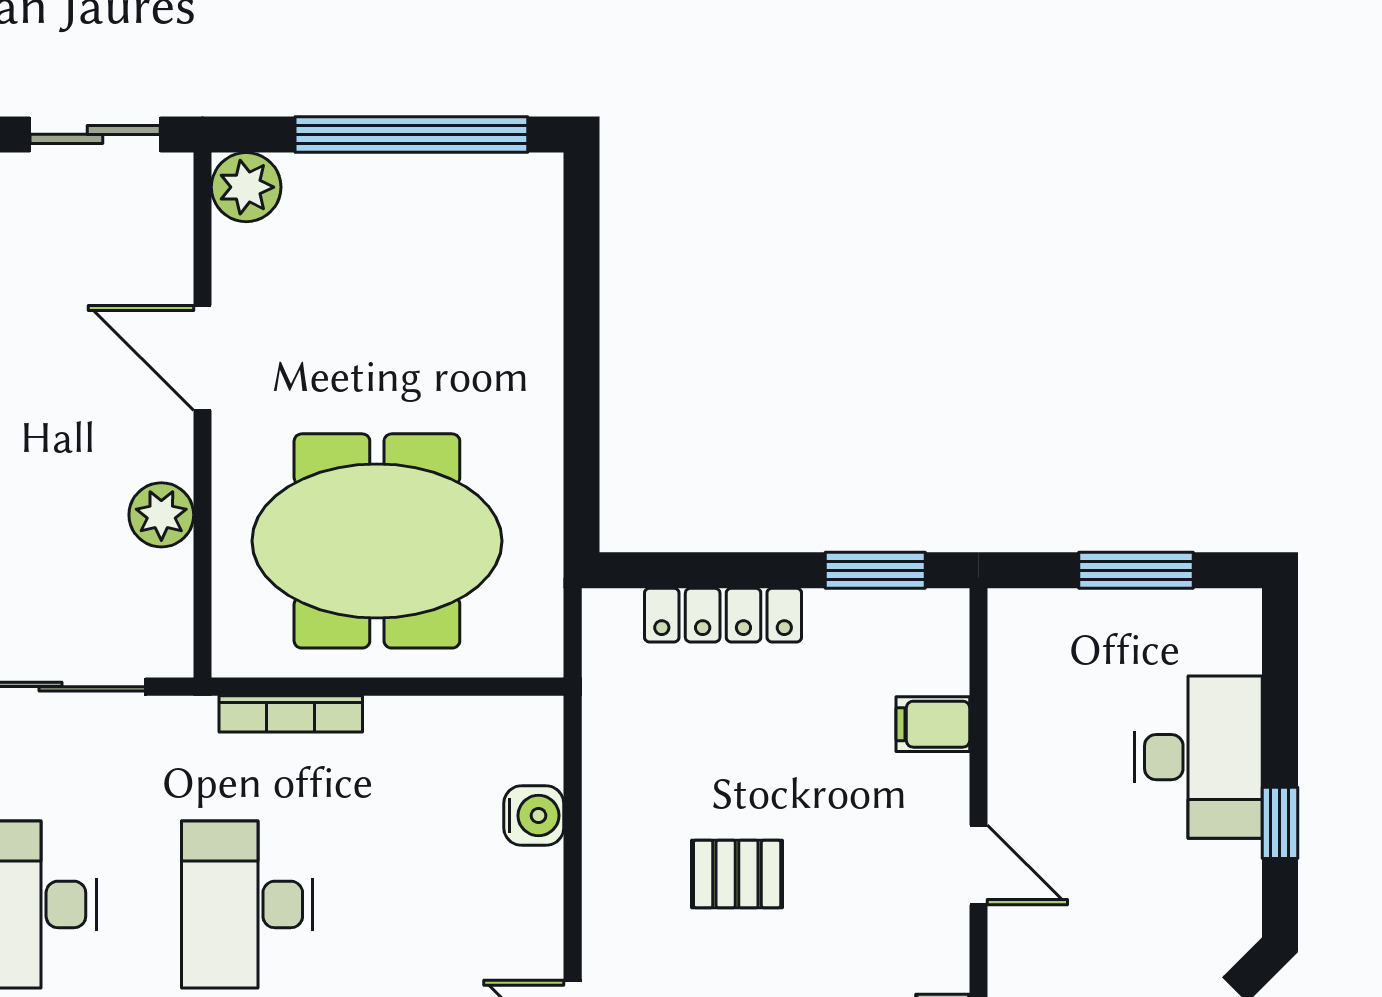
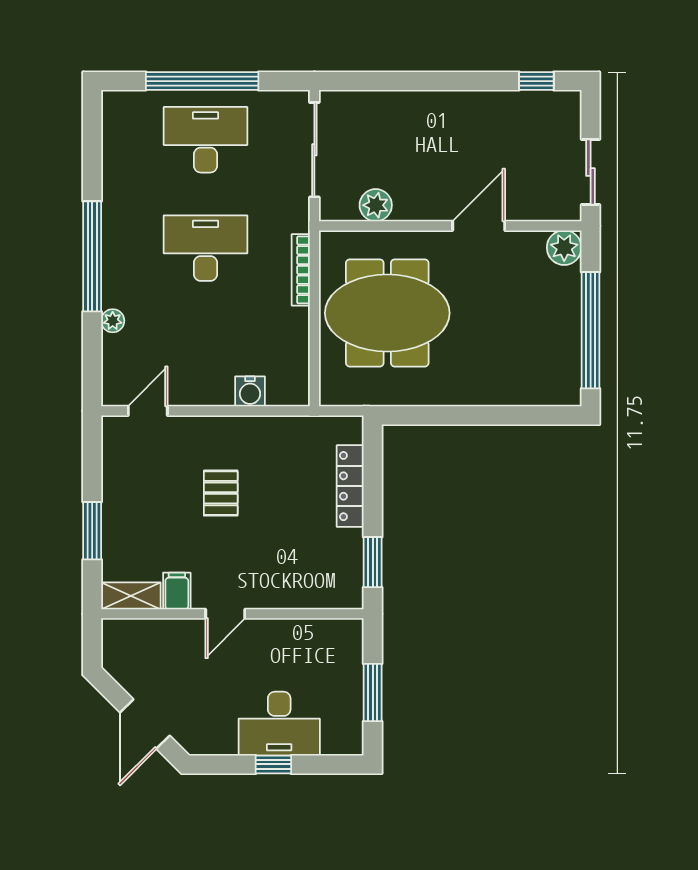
plant: (161, 515) -> (376, 205), moved
meeting table: (377, 541) -> (387, 313), turned 90
filing cabinet: (933, 724) -> (177, 591), moved
window: (1280, 823) -> (273, 764), moved

